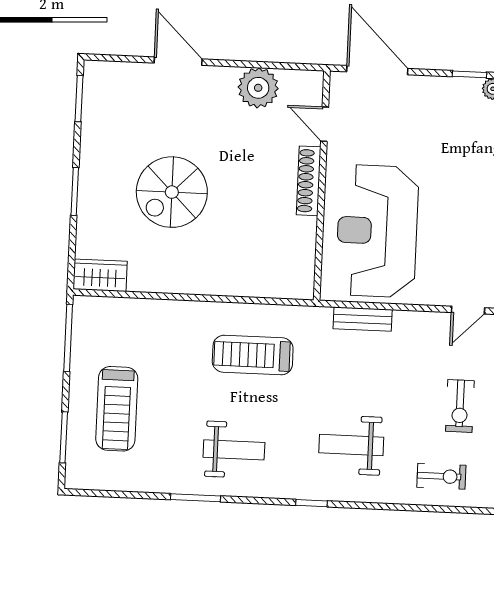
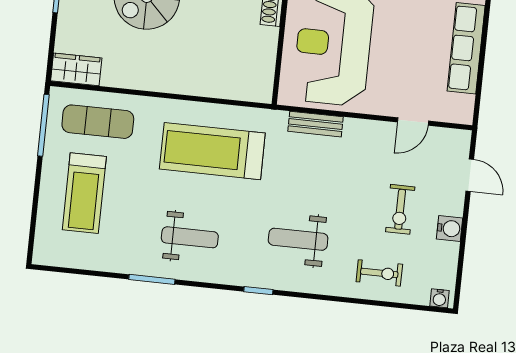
exercise mat: (127, 330) -> (98, 122), added
treadmill: (253, 355) -> (212, 151), width x1.37, depth x1.38
window: (64, 437) -> (34, 217), removed

